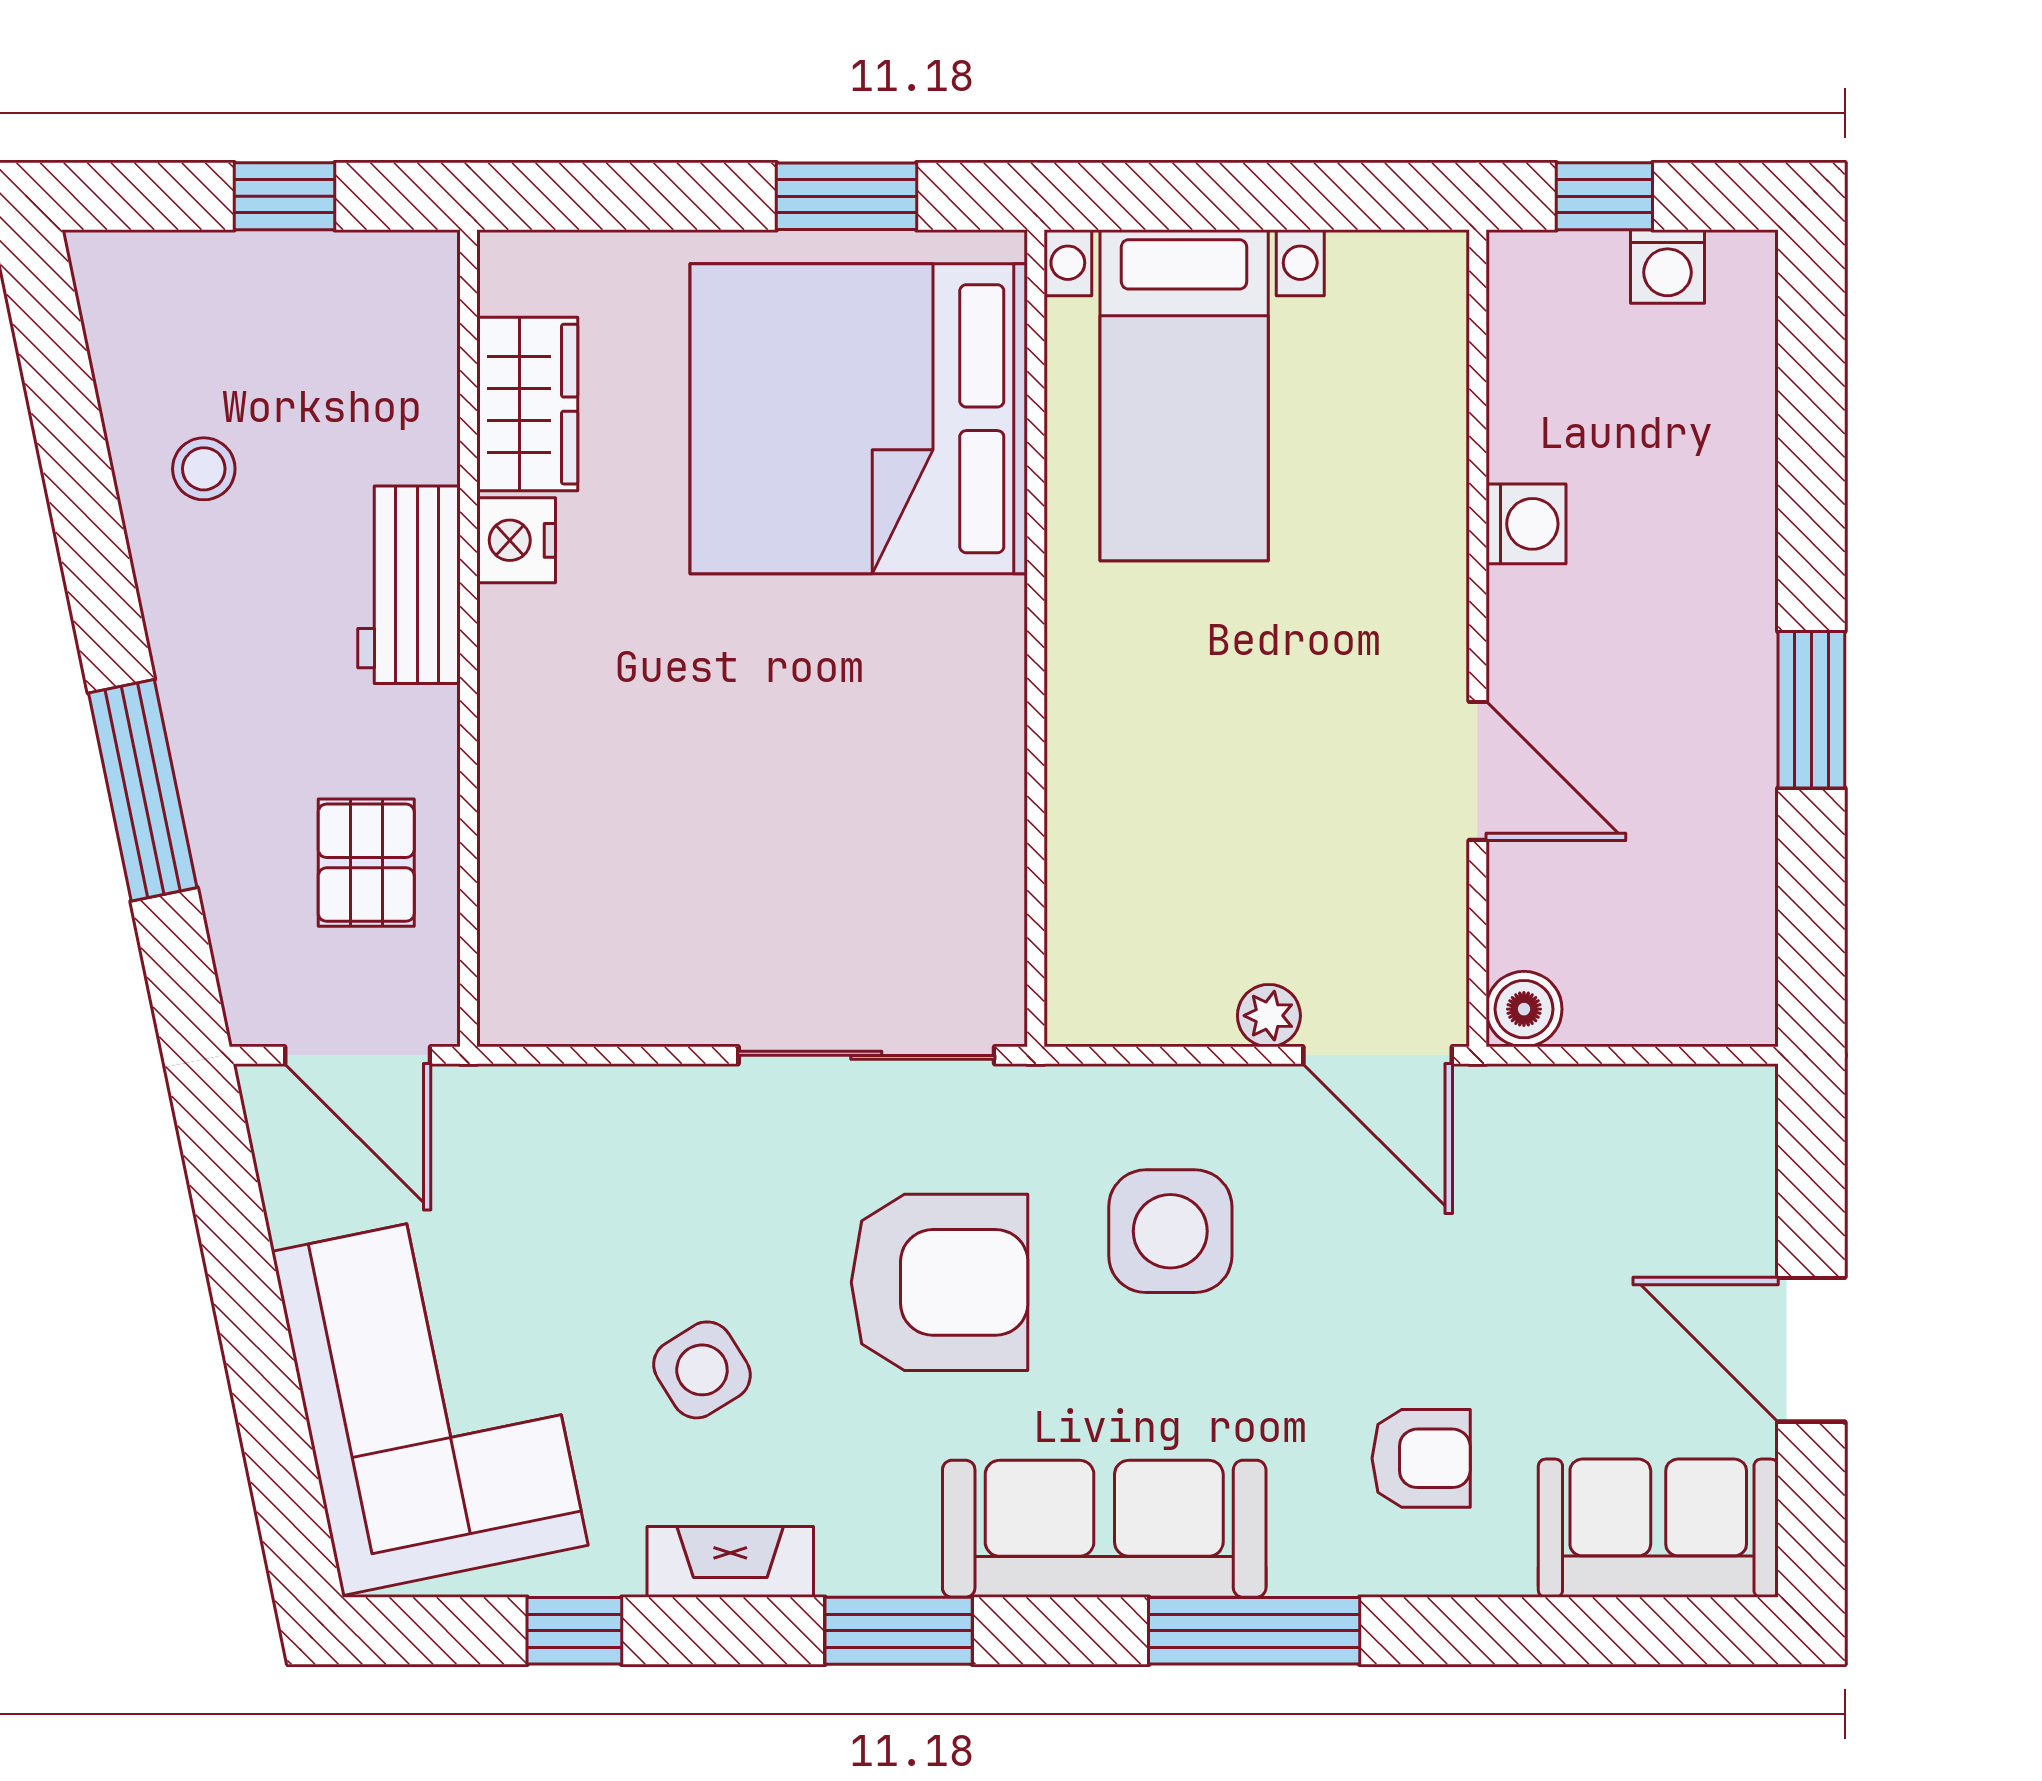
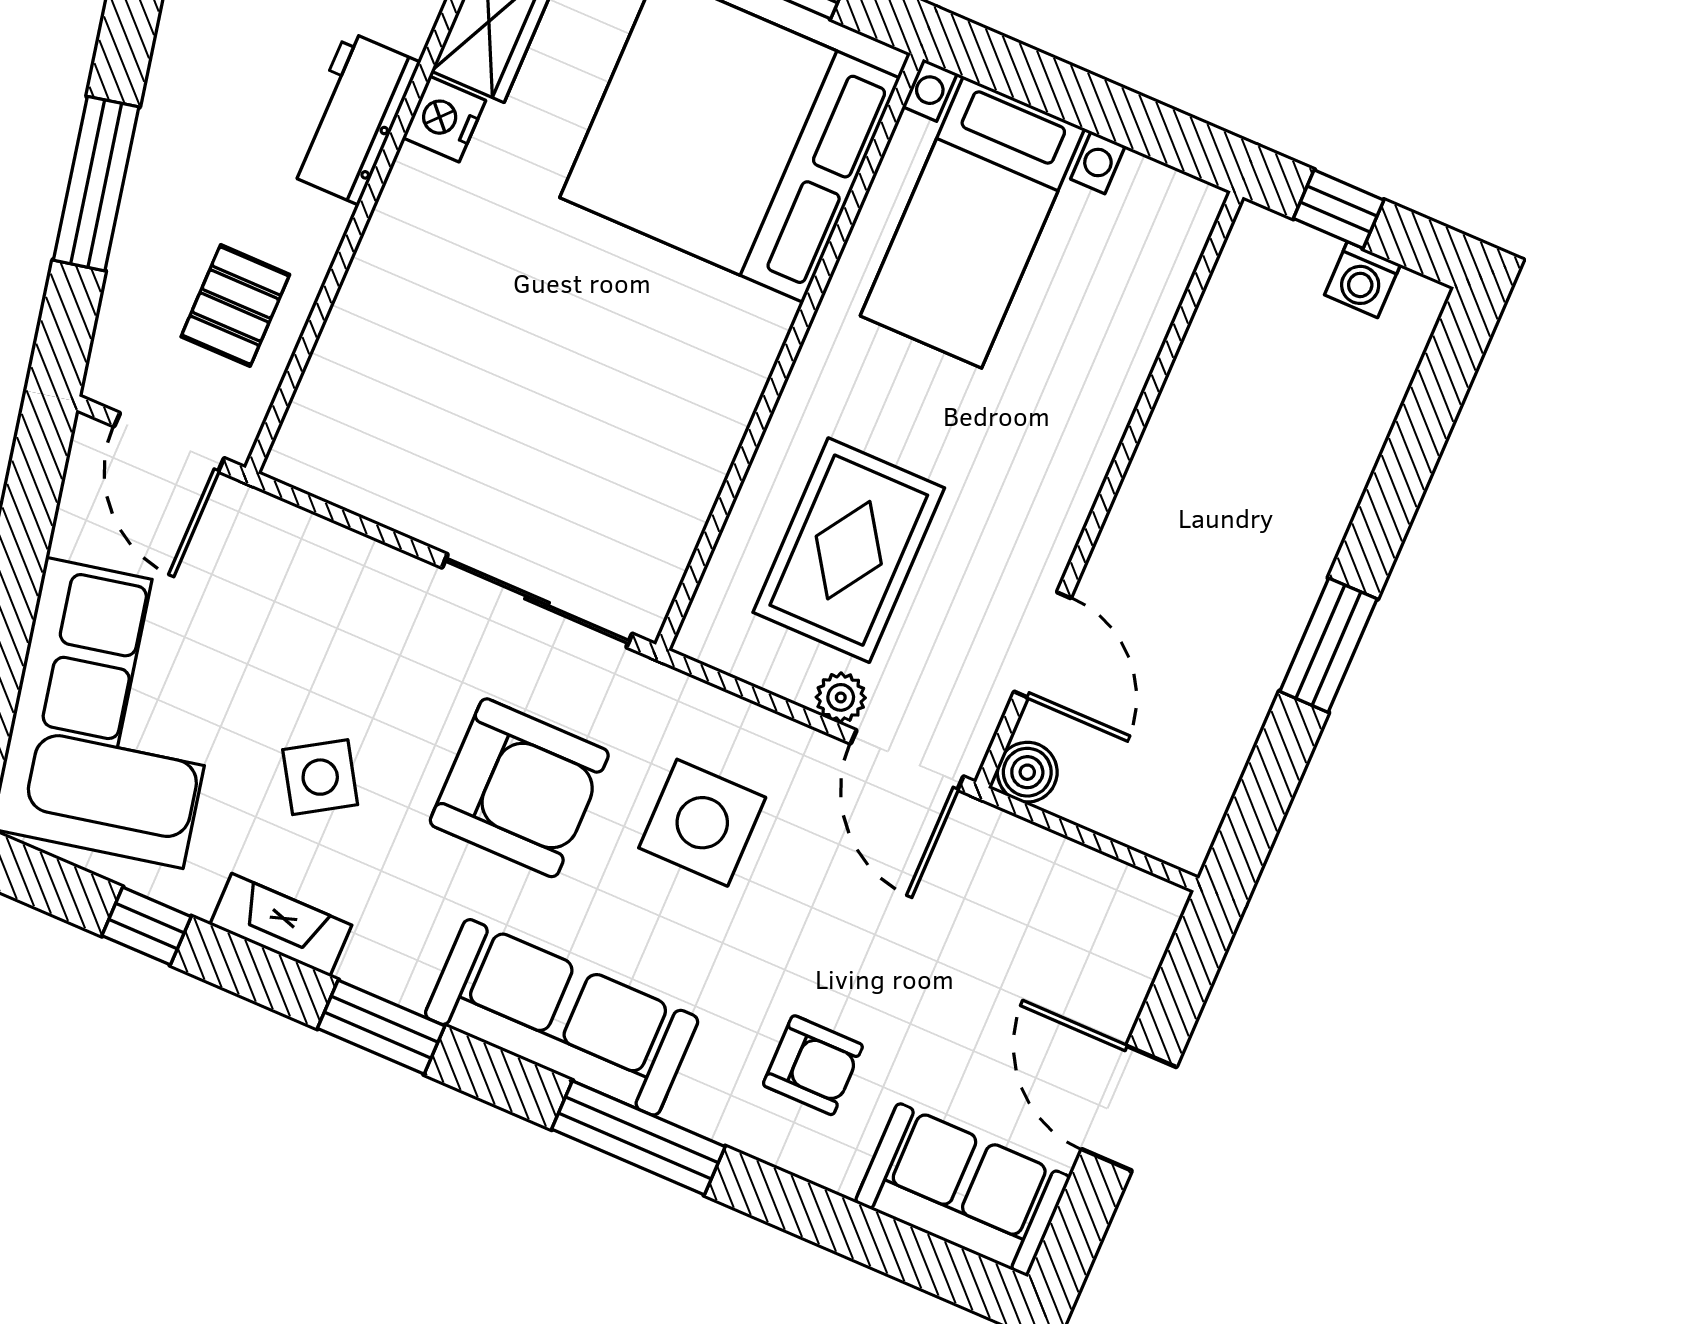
washing machine: (1526, 524) -> (1180, 422), removed
door: (1478, 771) -> (1042, 645), moved
rug: (1204, 840) -> (849, 550), added

